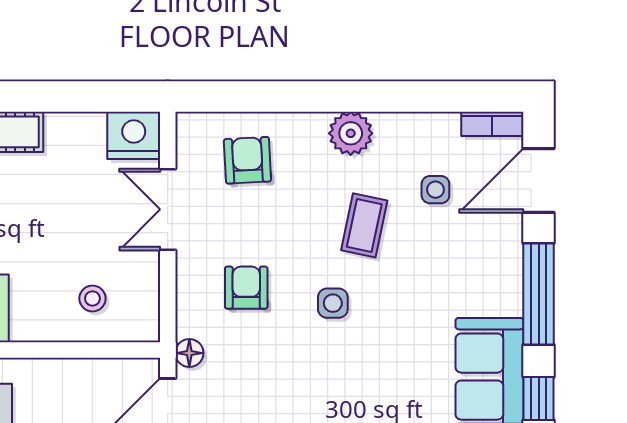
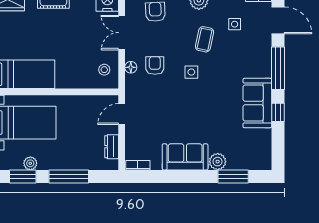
door: (539, 181) -> (278, 20), swing flipped
stool: (92, 298) -> (104, 70), moved
floor lamp: (189, 353) -> (131, 67), moved

